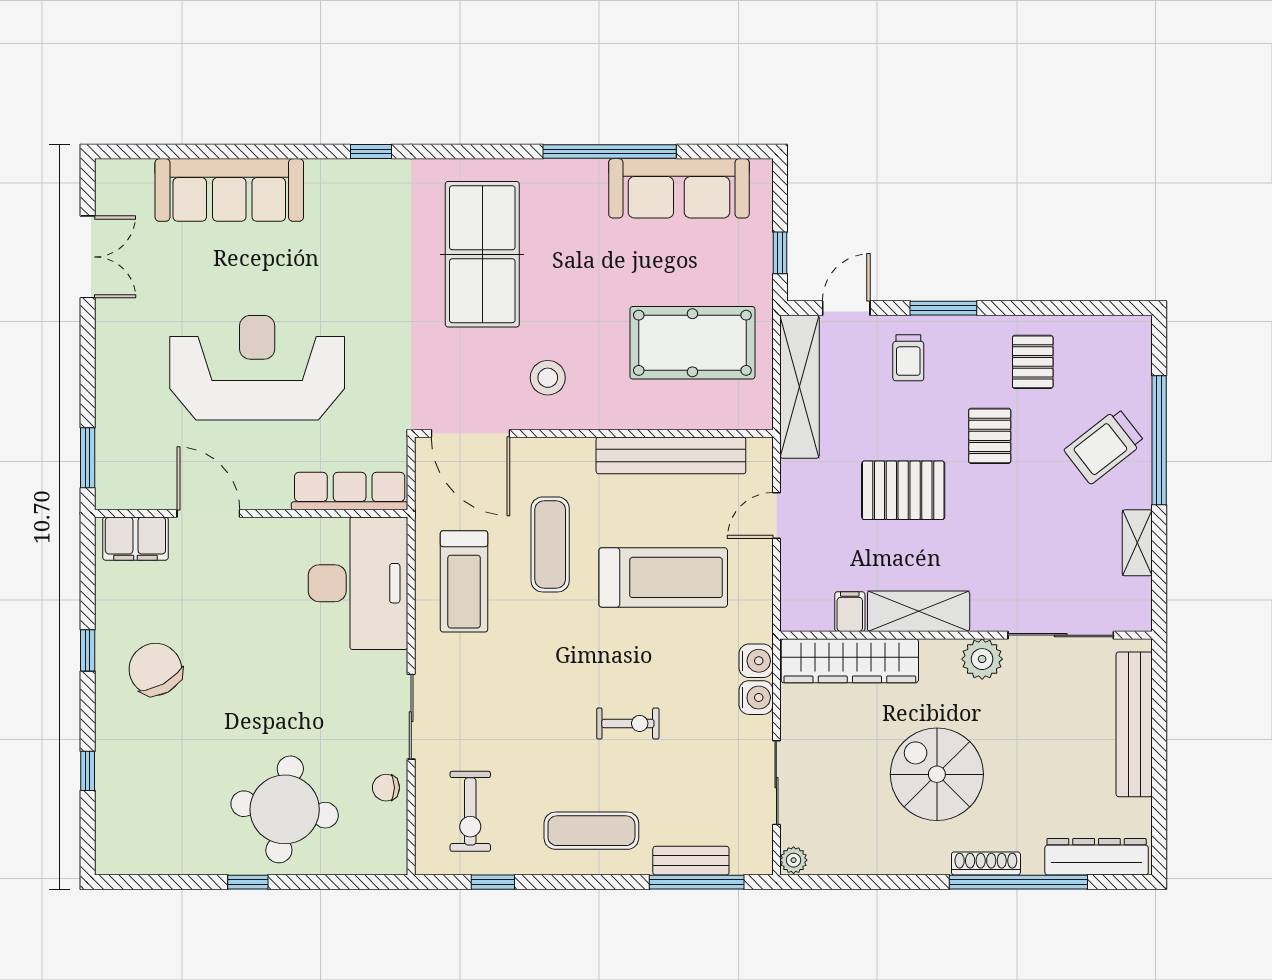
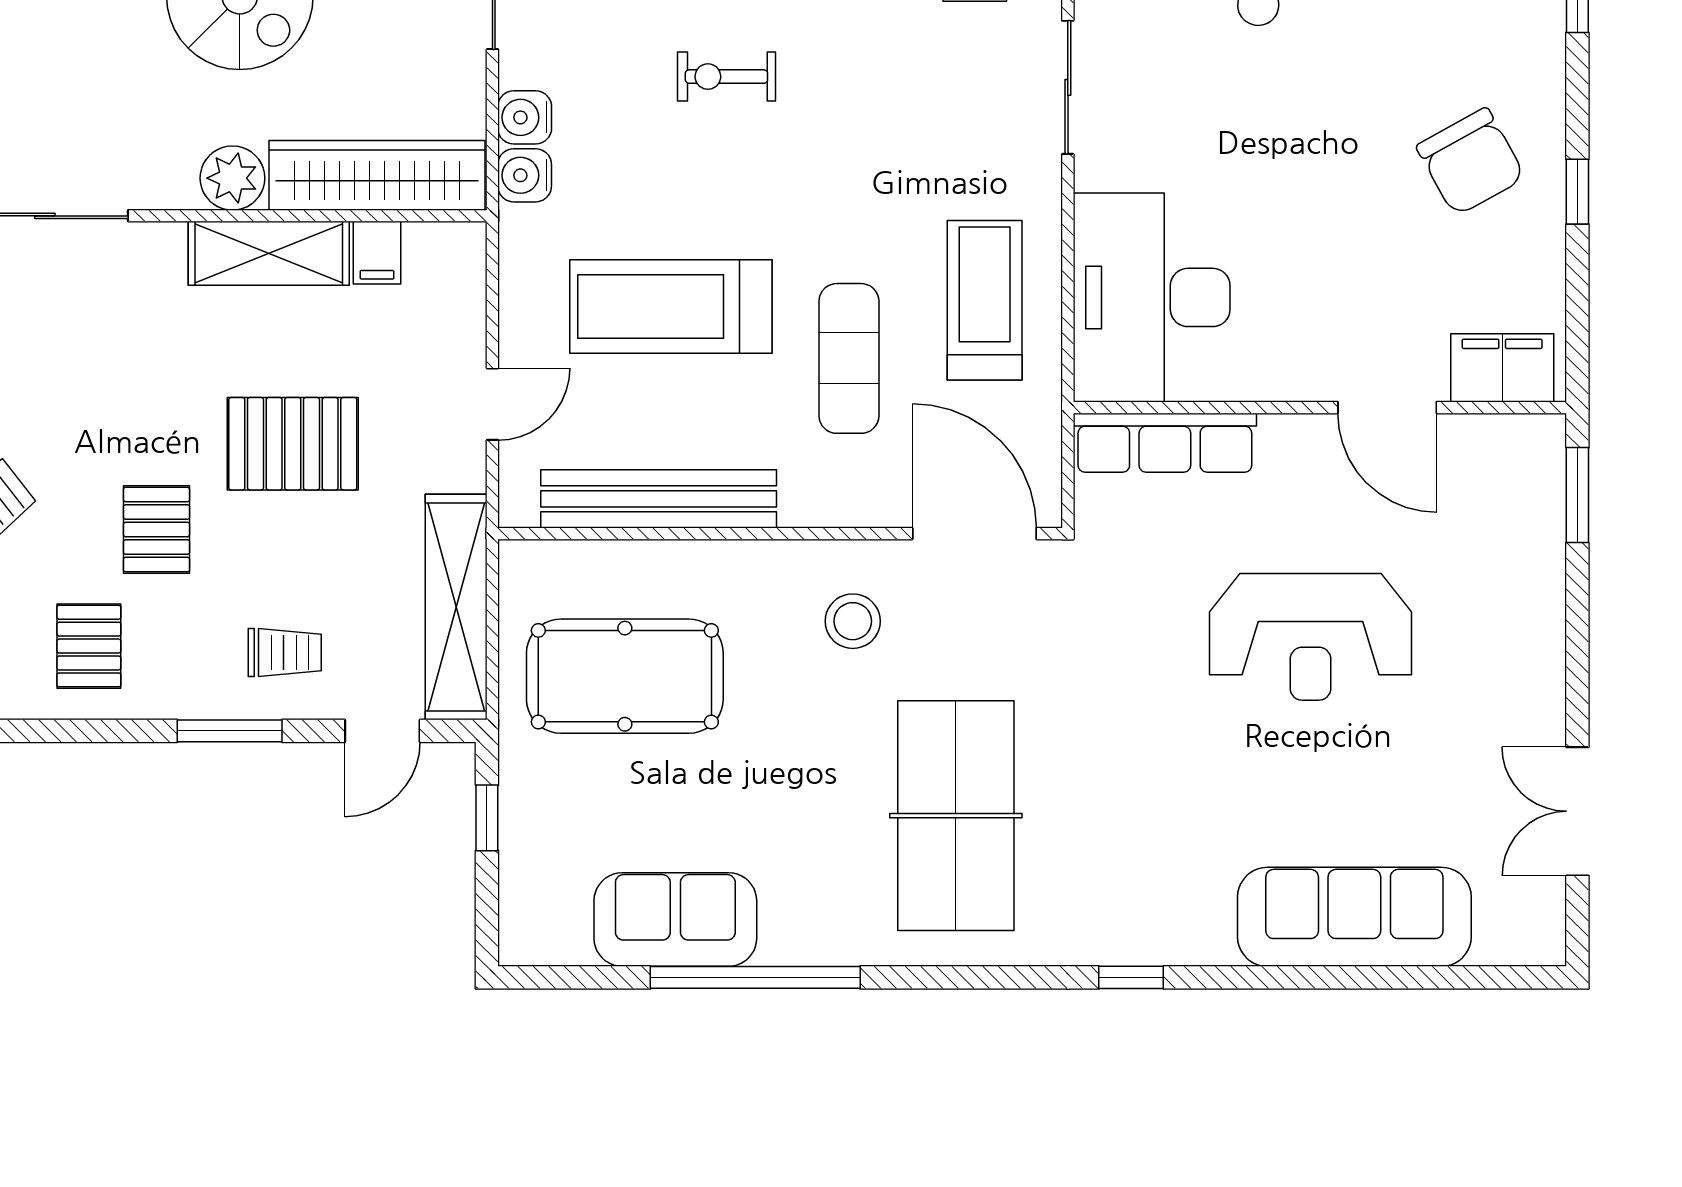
sofa: (679, 188) -> (675, 920), width x0.73
trolley: (908, 358) -> (285, 652), turned 90
reception desk: (257, 368) -> (1310, 637), width x0.74, depth x0.77
plant: (982, 659) -> (232, 178), moved

